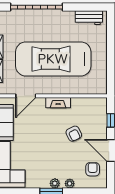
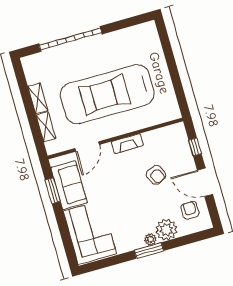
workbench: (89, 18) -> (135, 34), removed
plant: (70, 184) -> (166, 230), width x1.88, depth x1.88

